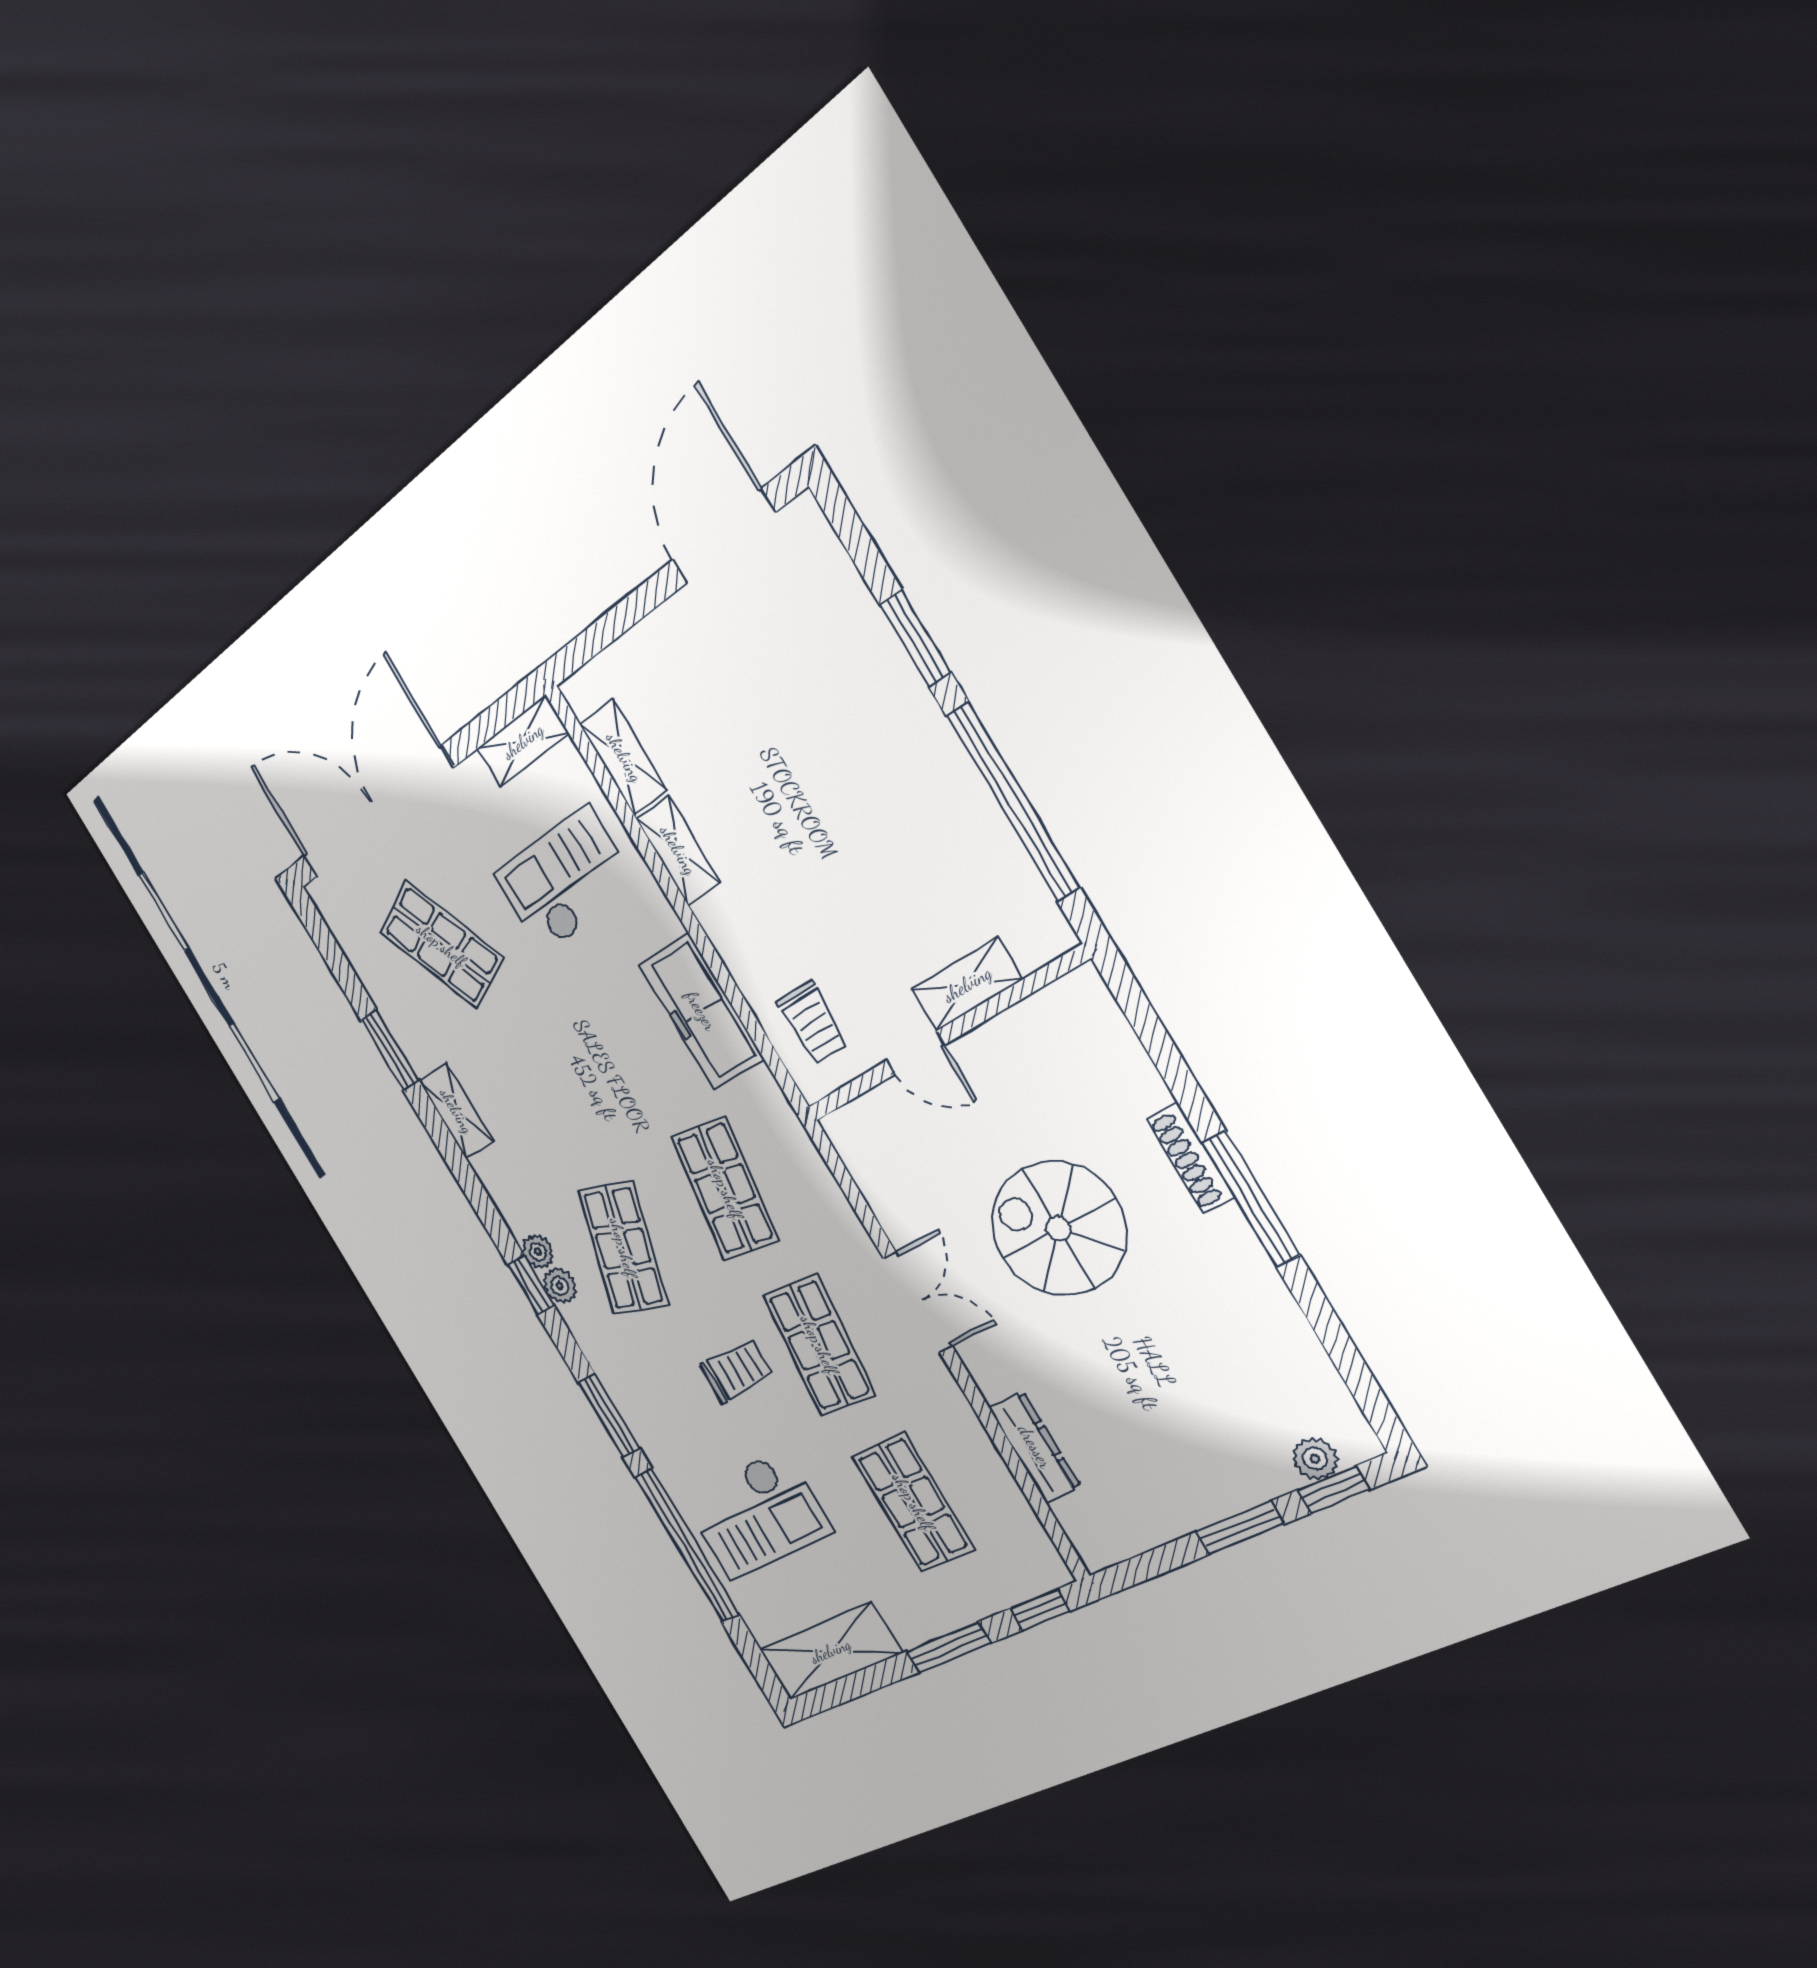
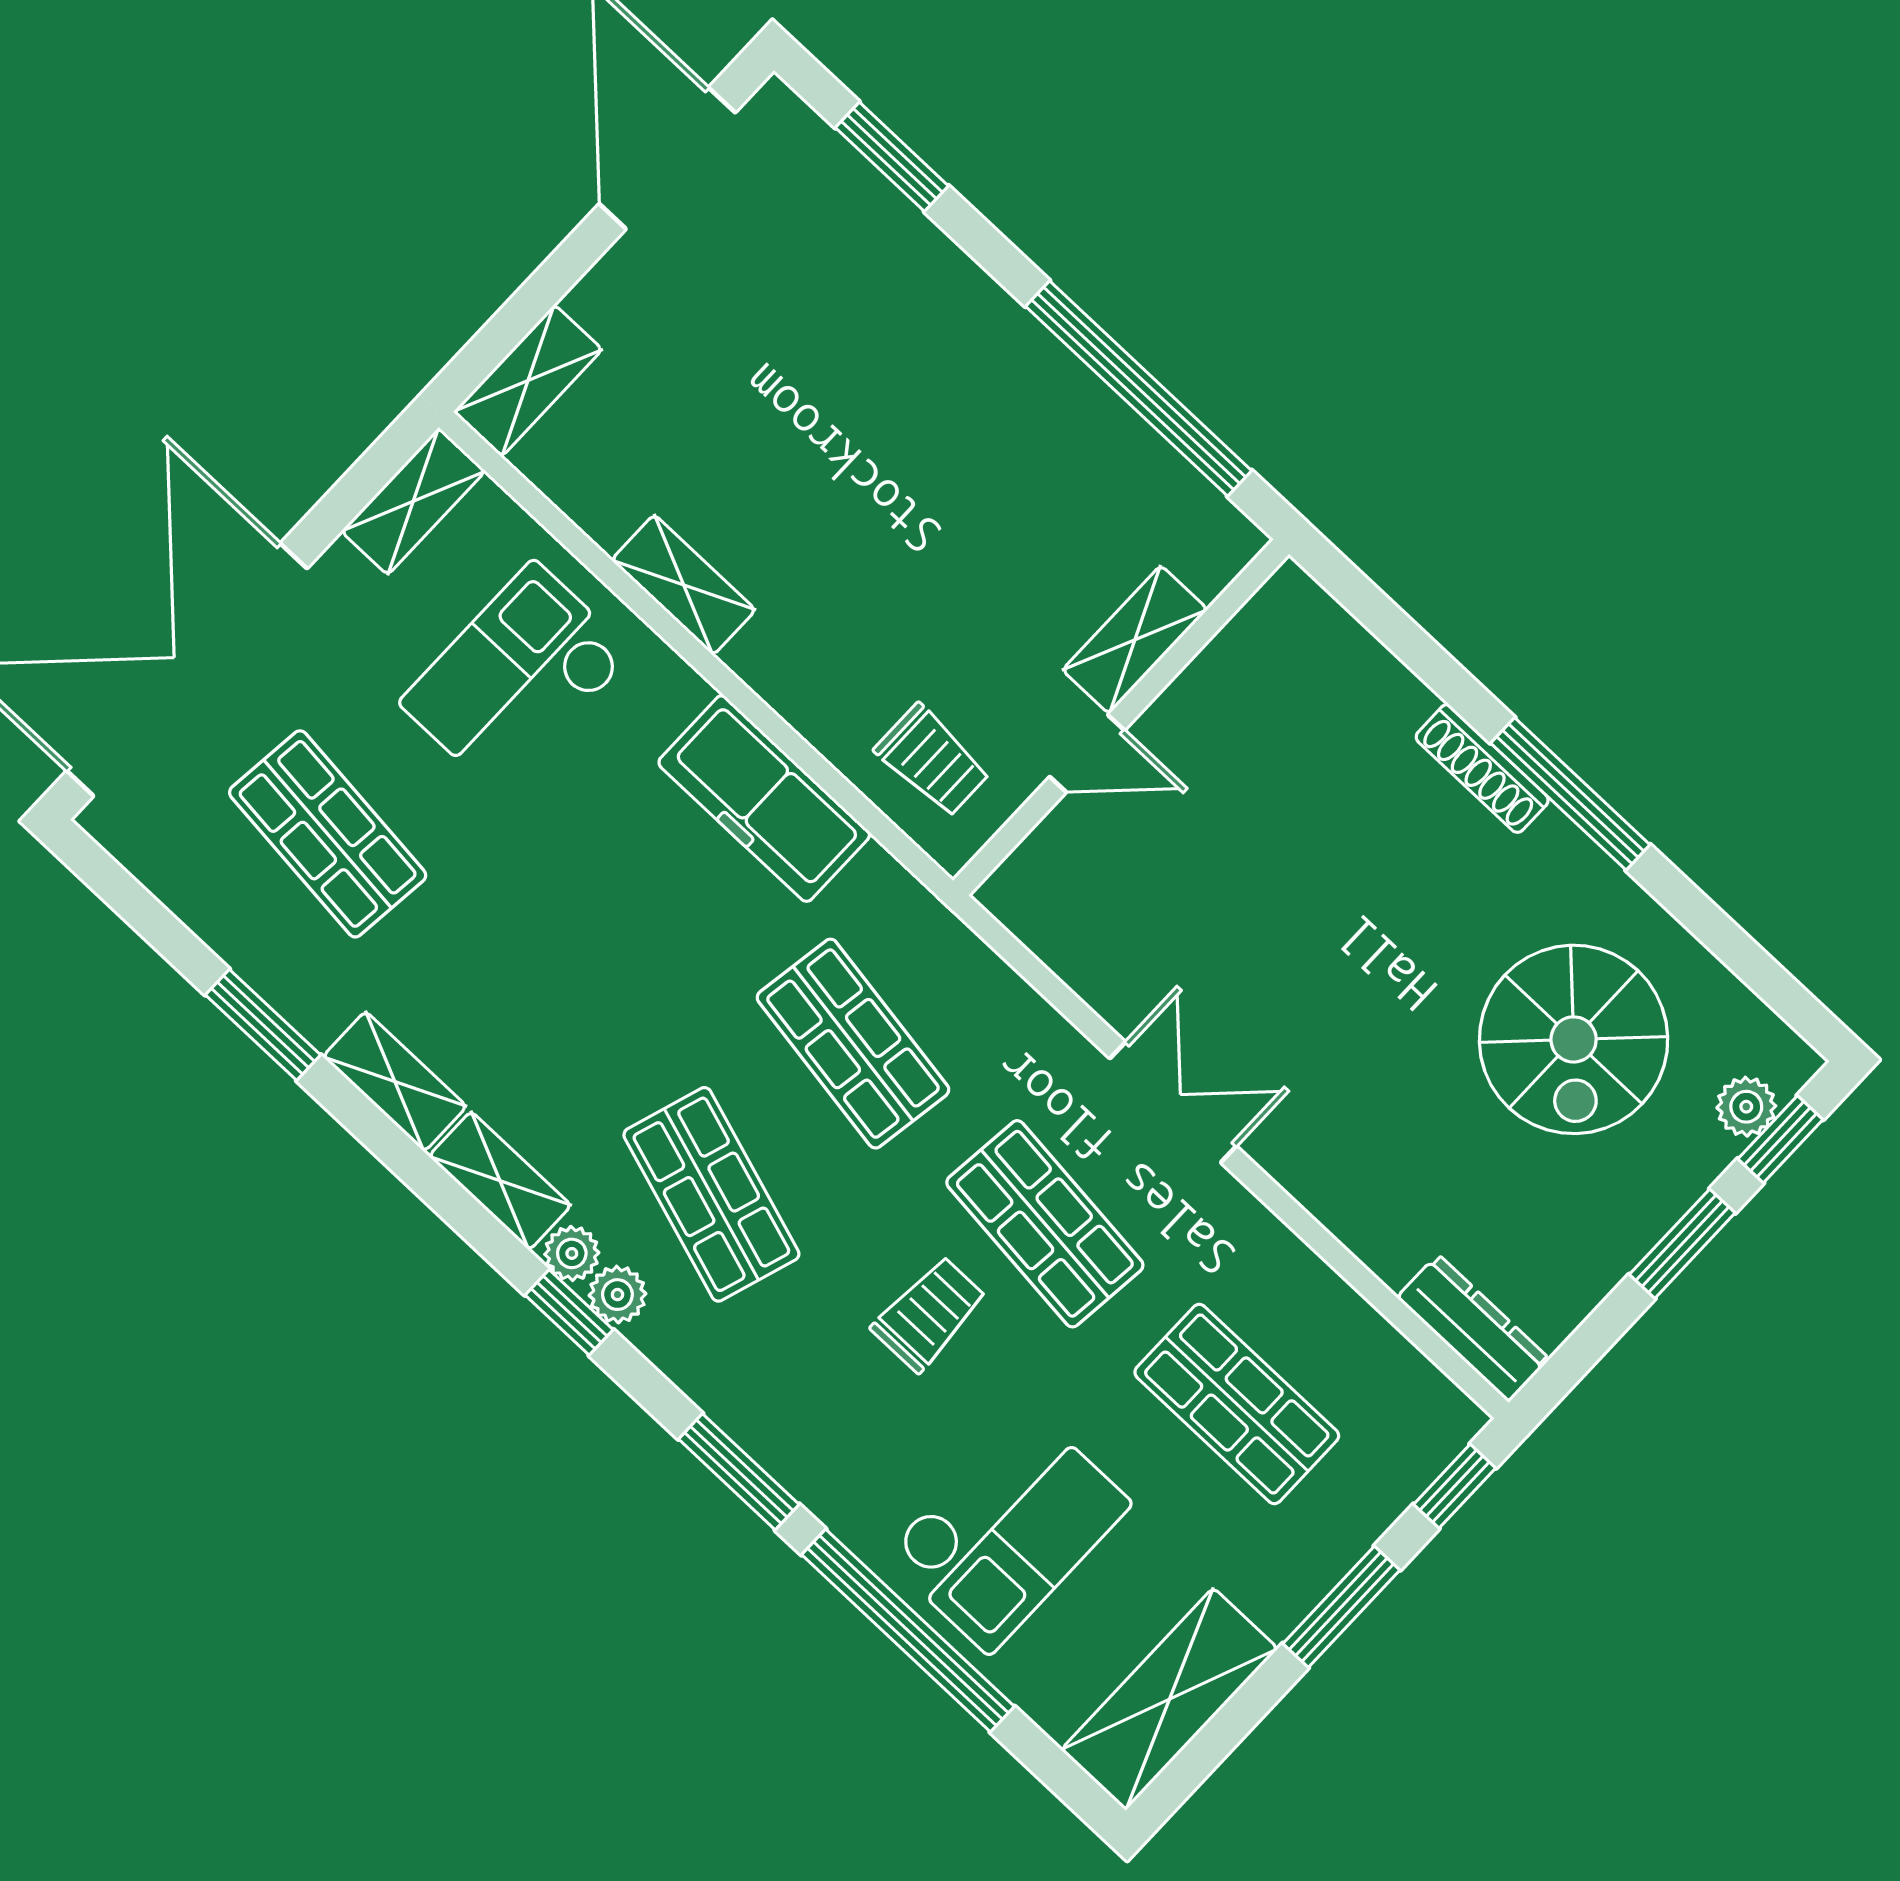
window: (915, 639) -> (892, 157), moved
shelving: (624, 757) -> (528, 381), moved, turned 90
shop shelf: (441, 945) -> (328, 834), turned 30
shelving: (505, 1193) -> (500, 1181), added
spiral stairs: (1058, 1229) -> (1574, 1039), moved, turned -90
dresser: (1035, 1447) -> (1473, 1328), moved

